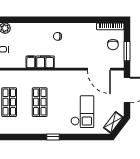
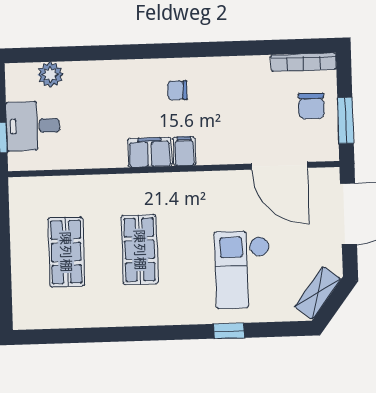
filing cabinet: (31, 62) -> (184, 151), moved
checkout: (82, 112) -> (243, 269), turned 180
window: (53, 137) -> (229, 331), moved

